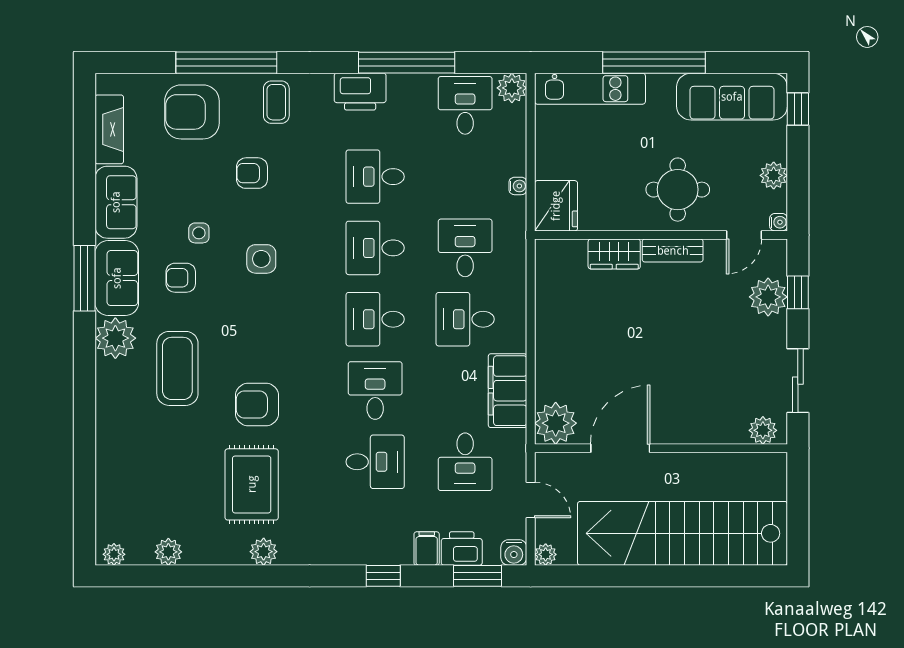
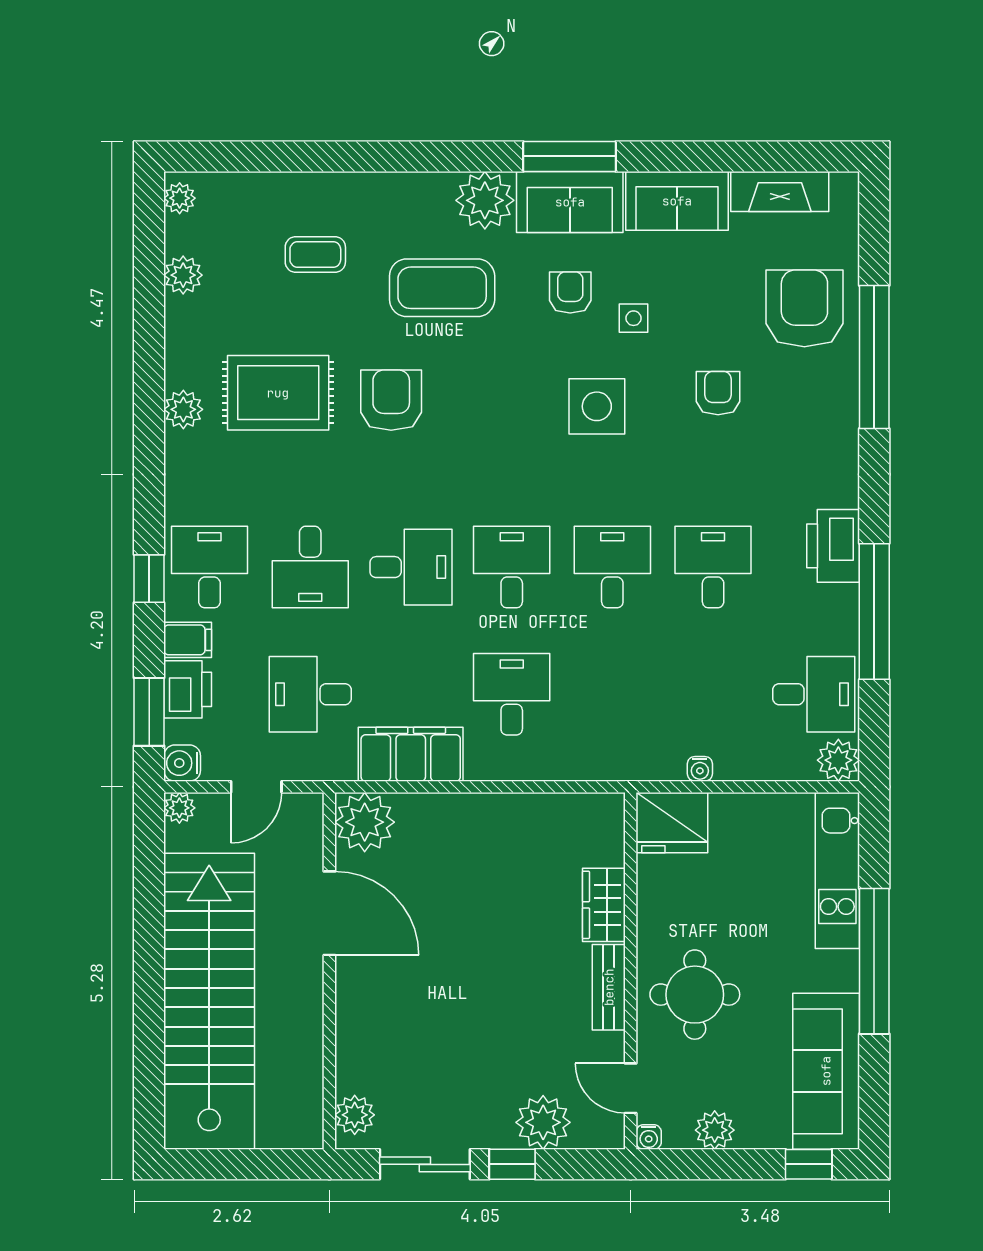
coffee table: (276, 102) -> (315, 255), moved
desk: (465, 248) -> (209, 567), moved, turned -90
side table: (261, 259) -> (597, 406), width x1.37, depth x1.37
window: (798, 292) -> (512, 1164), moved

